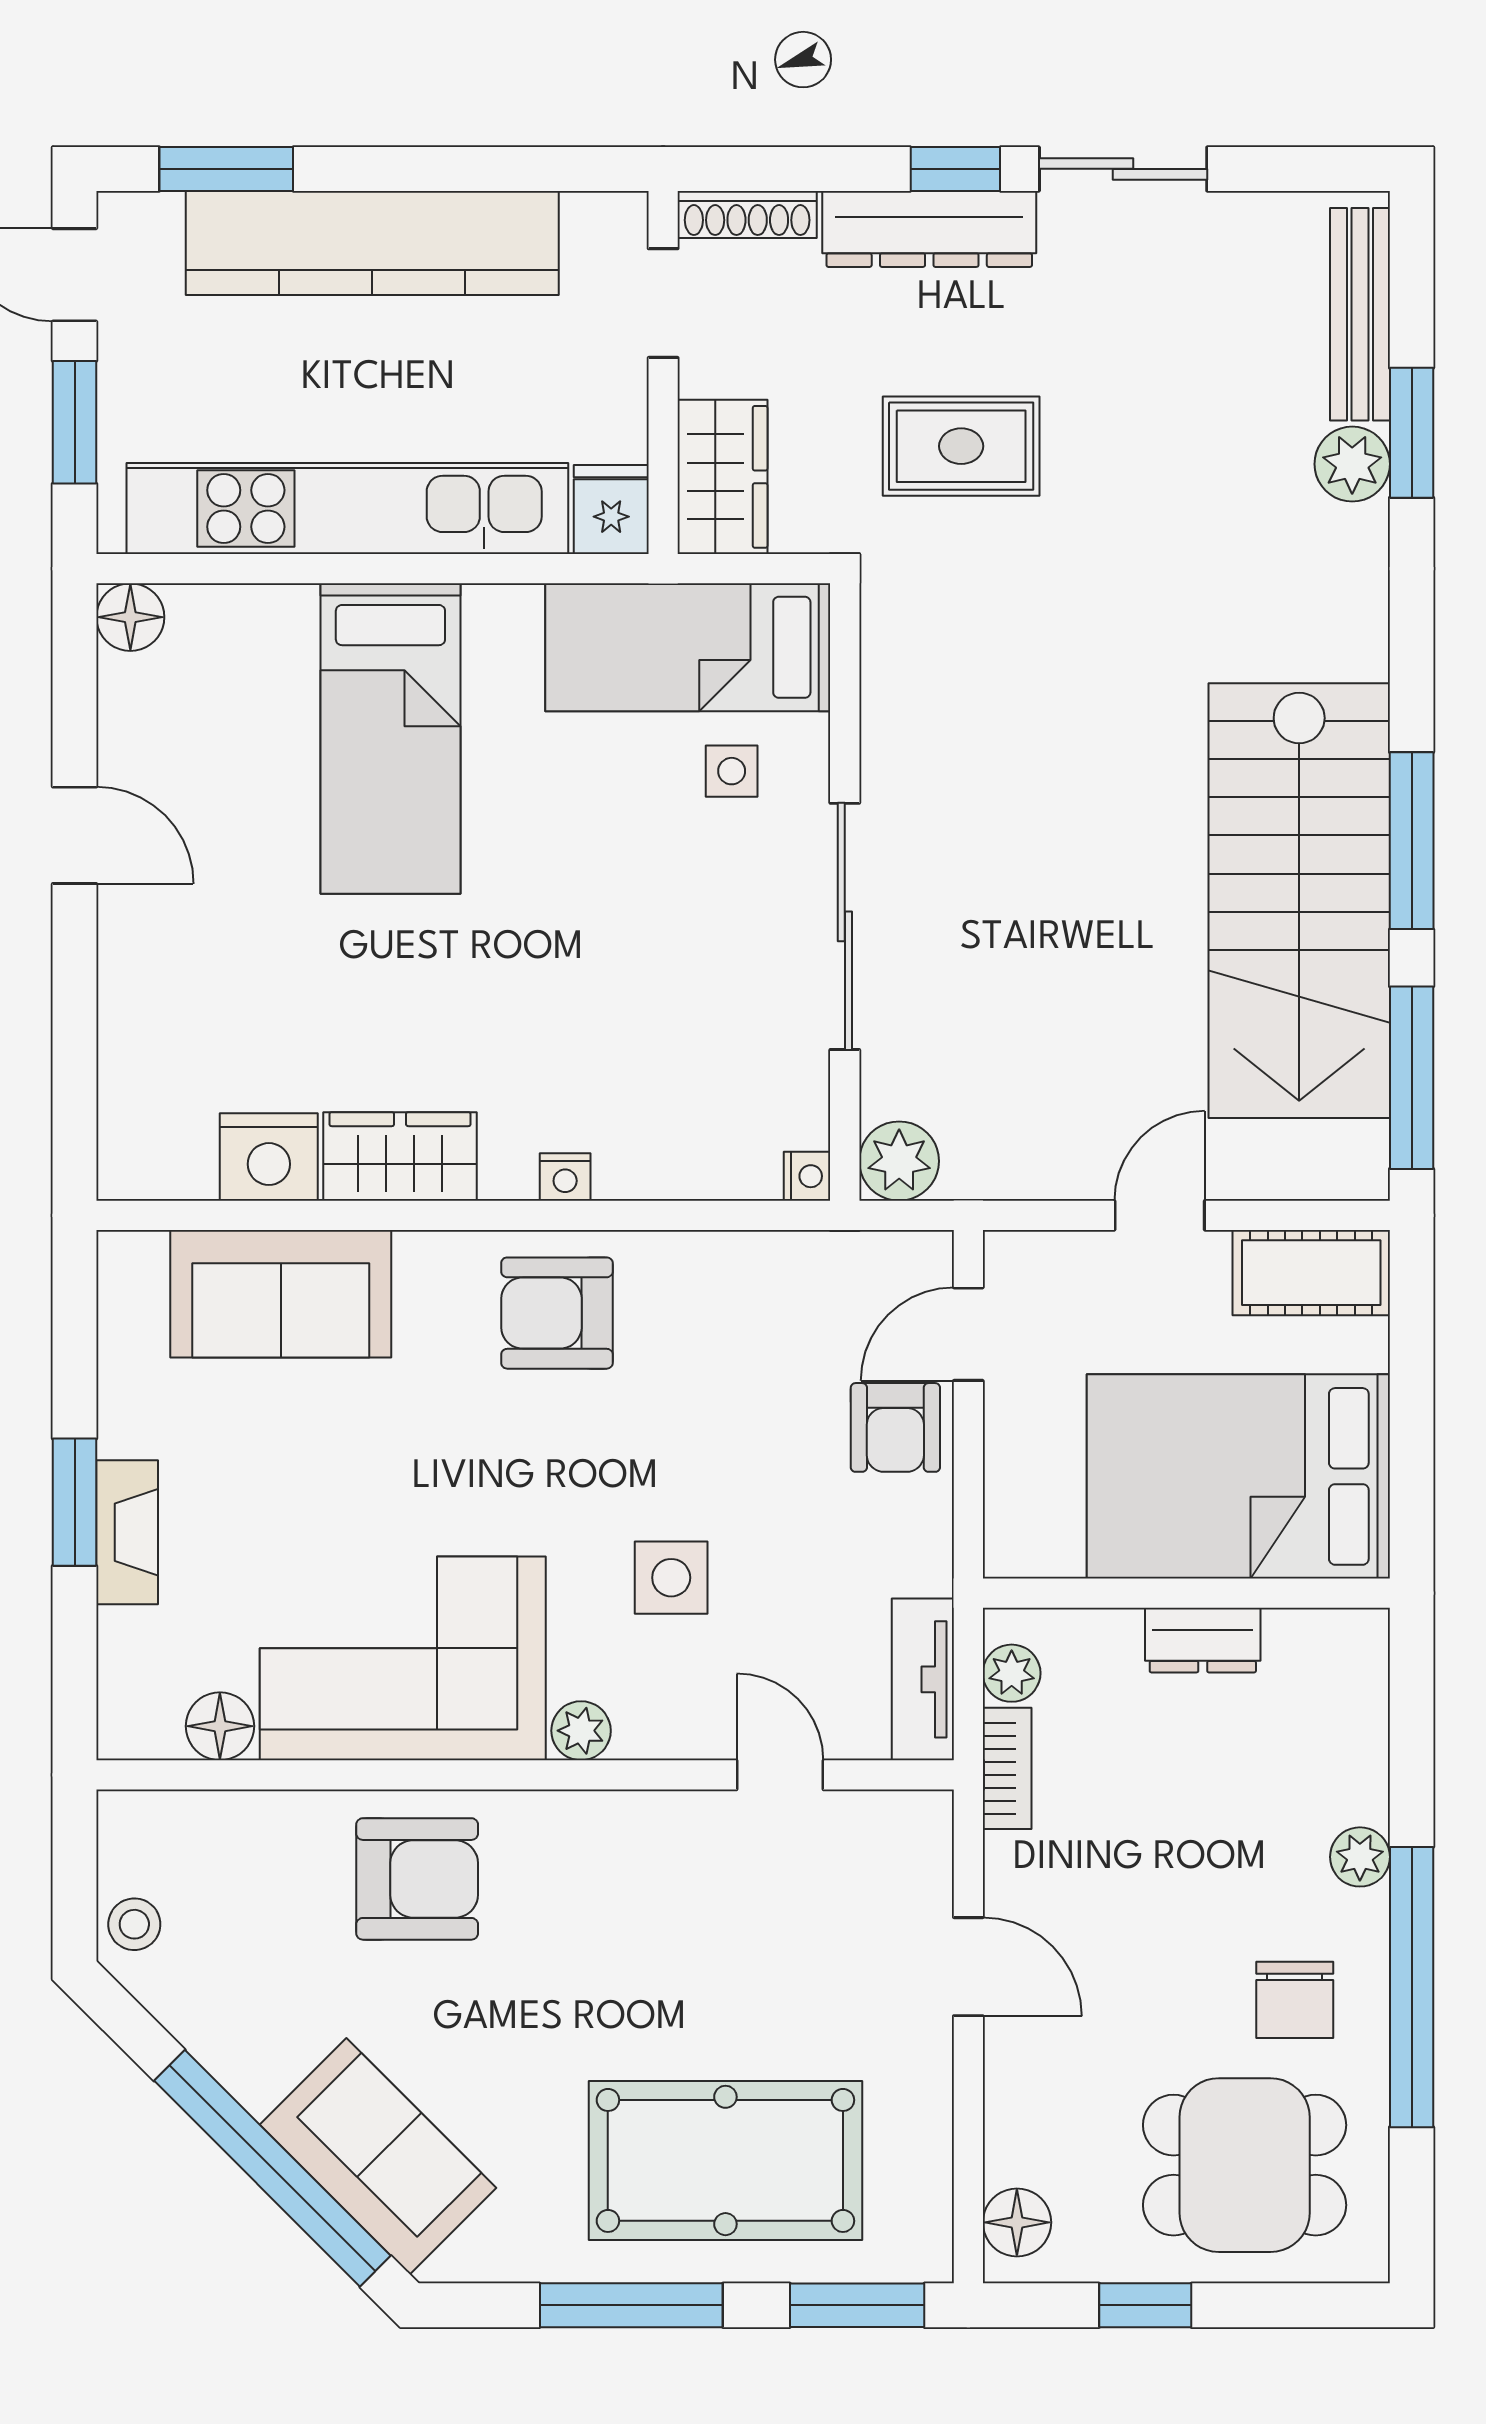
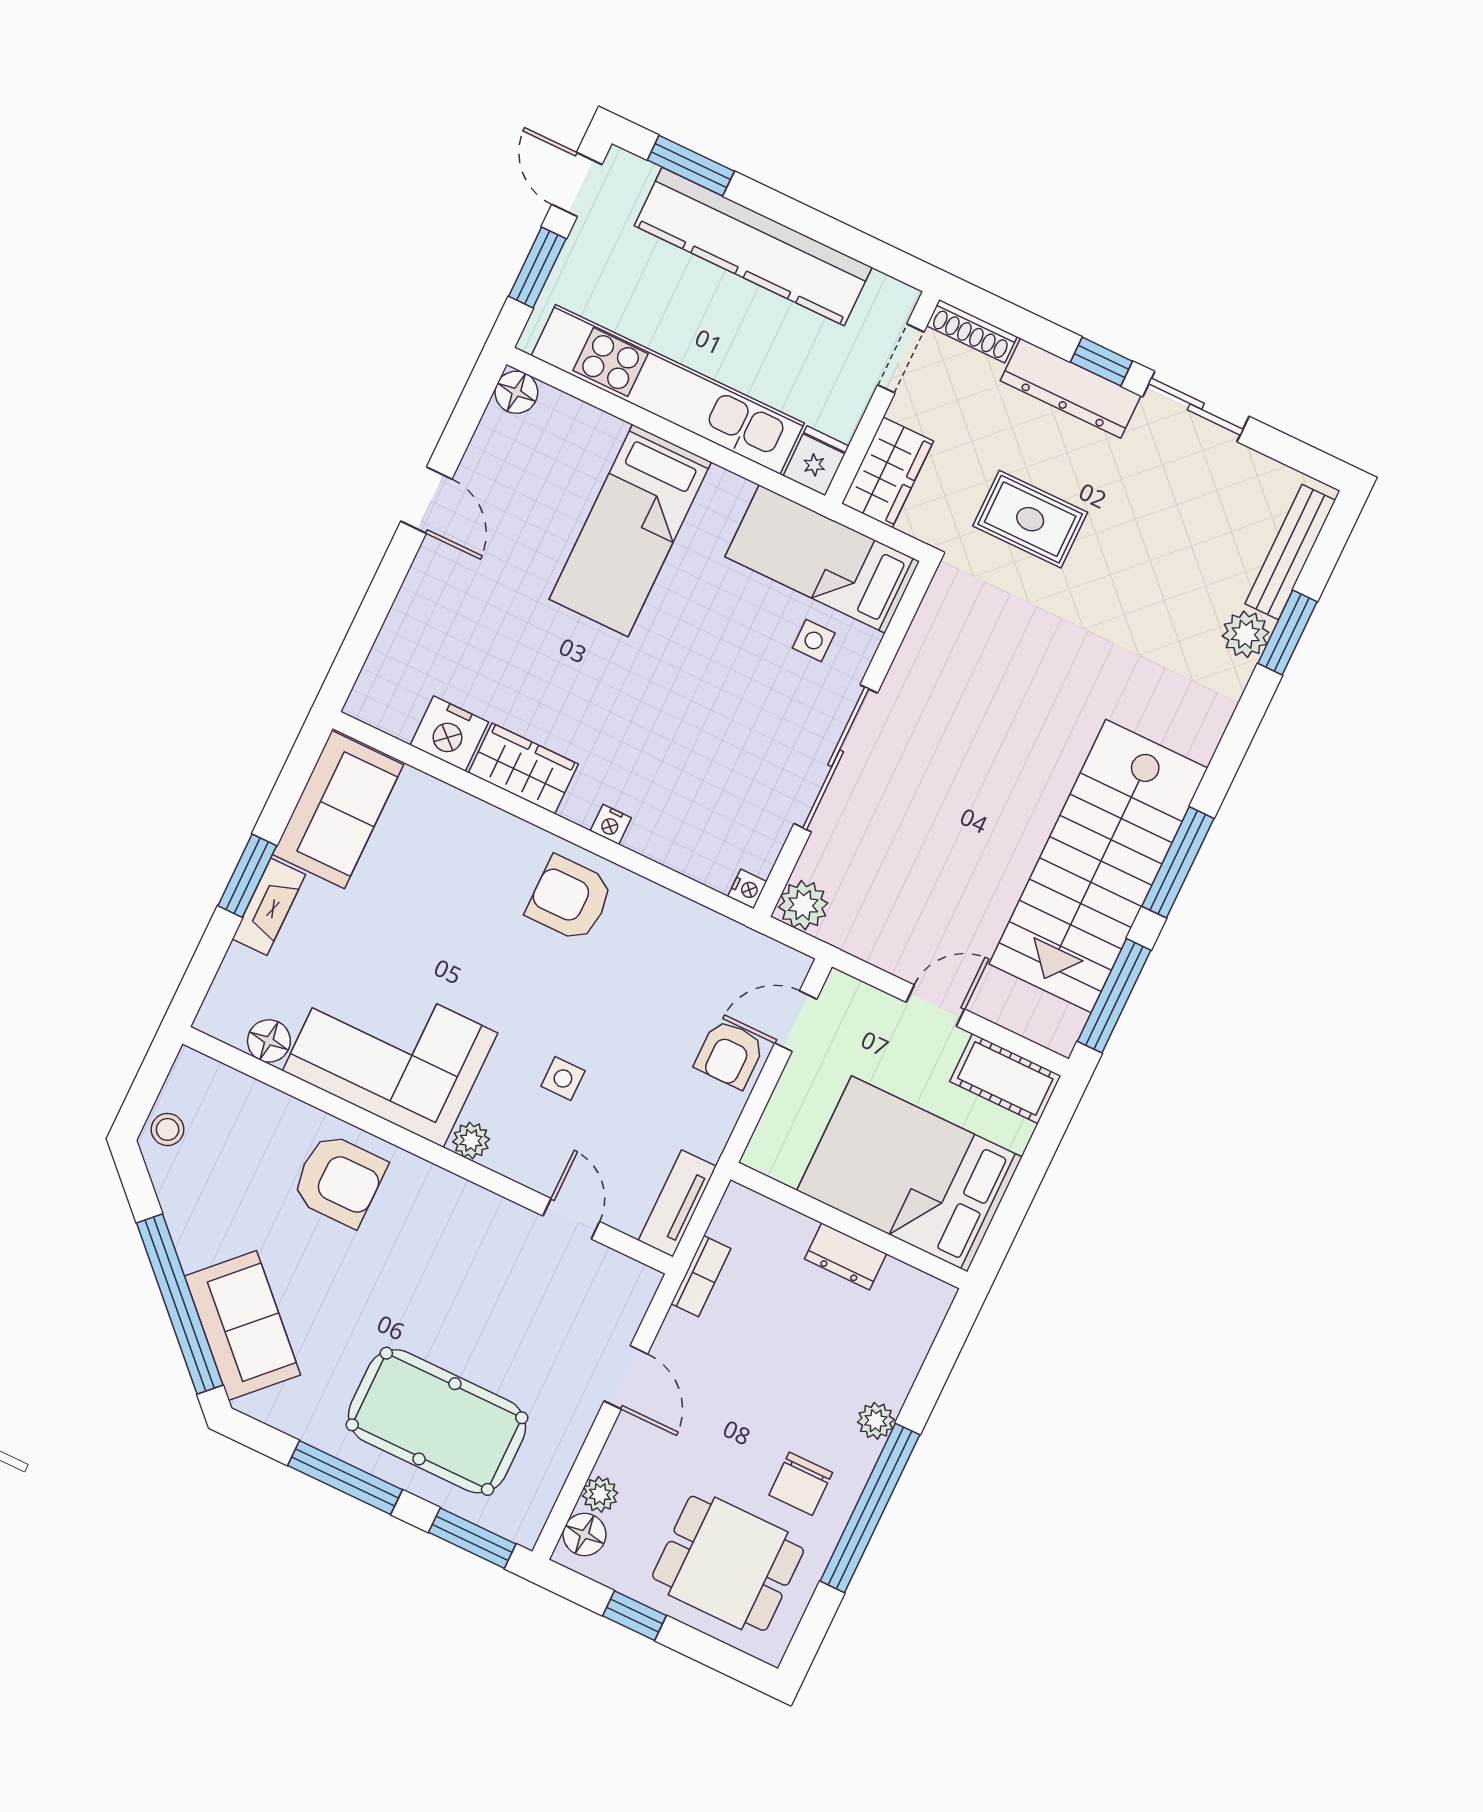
sofa: (281, 1294) -> (338, 810), moved, turned -90
side table: (671, 1578) -> (563, 1078), width x0.73, depth x0.73
plant: (1012, 1673) -> (600, 1494), moved

